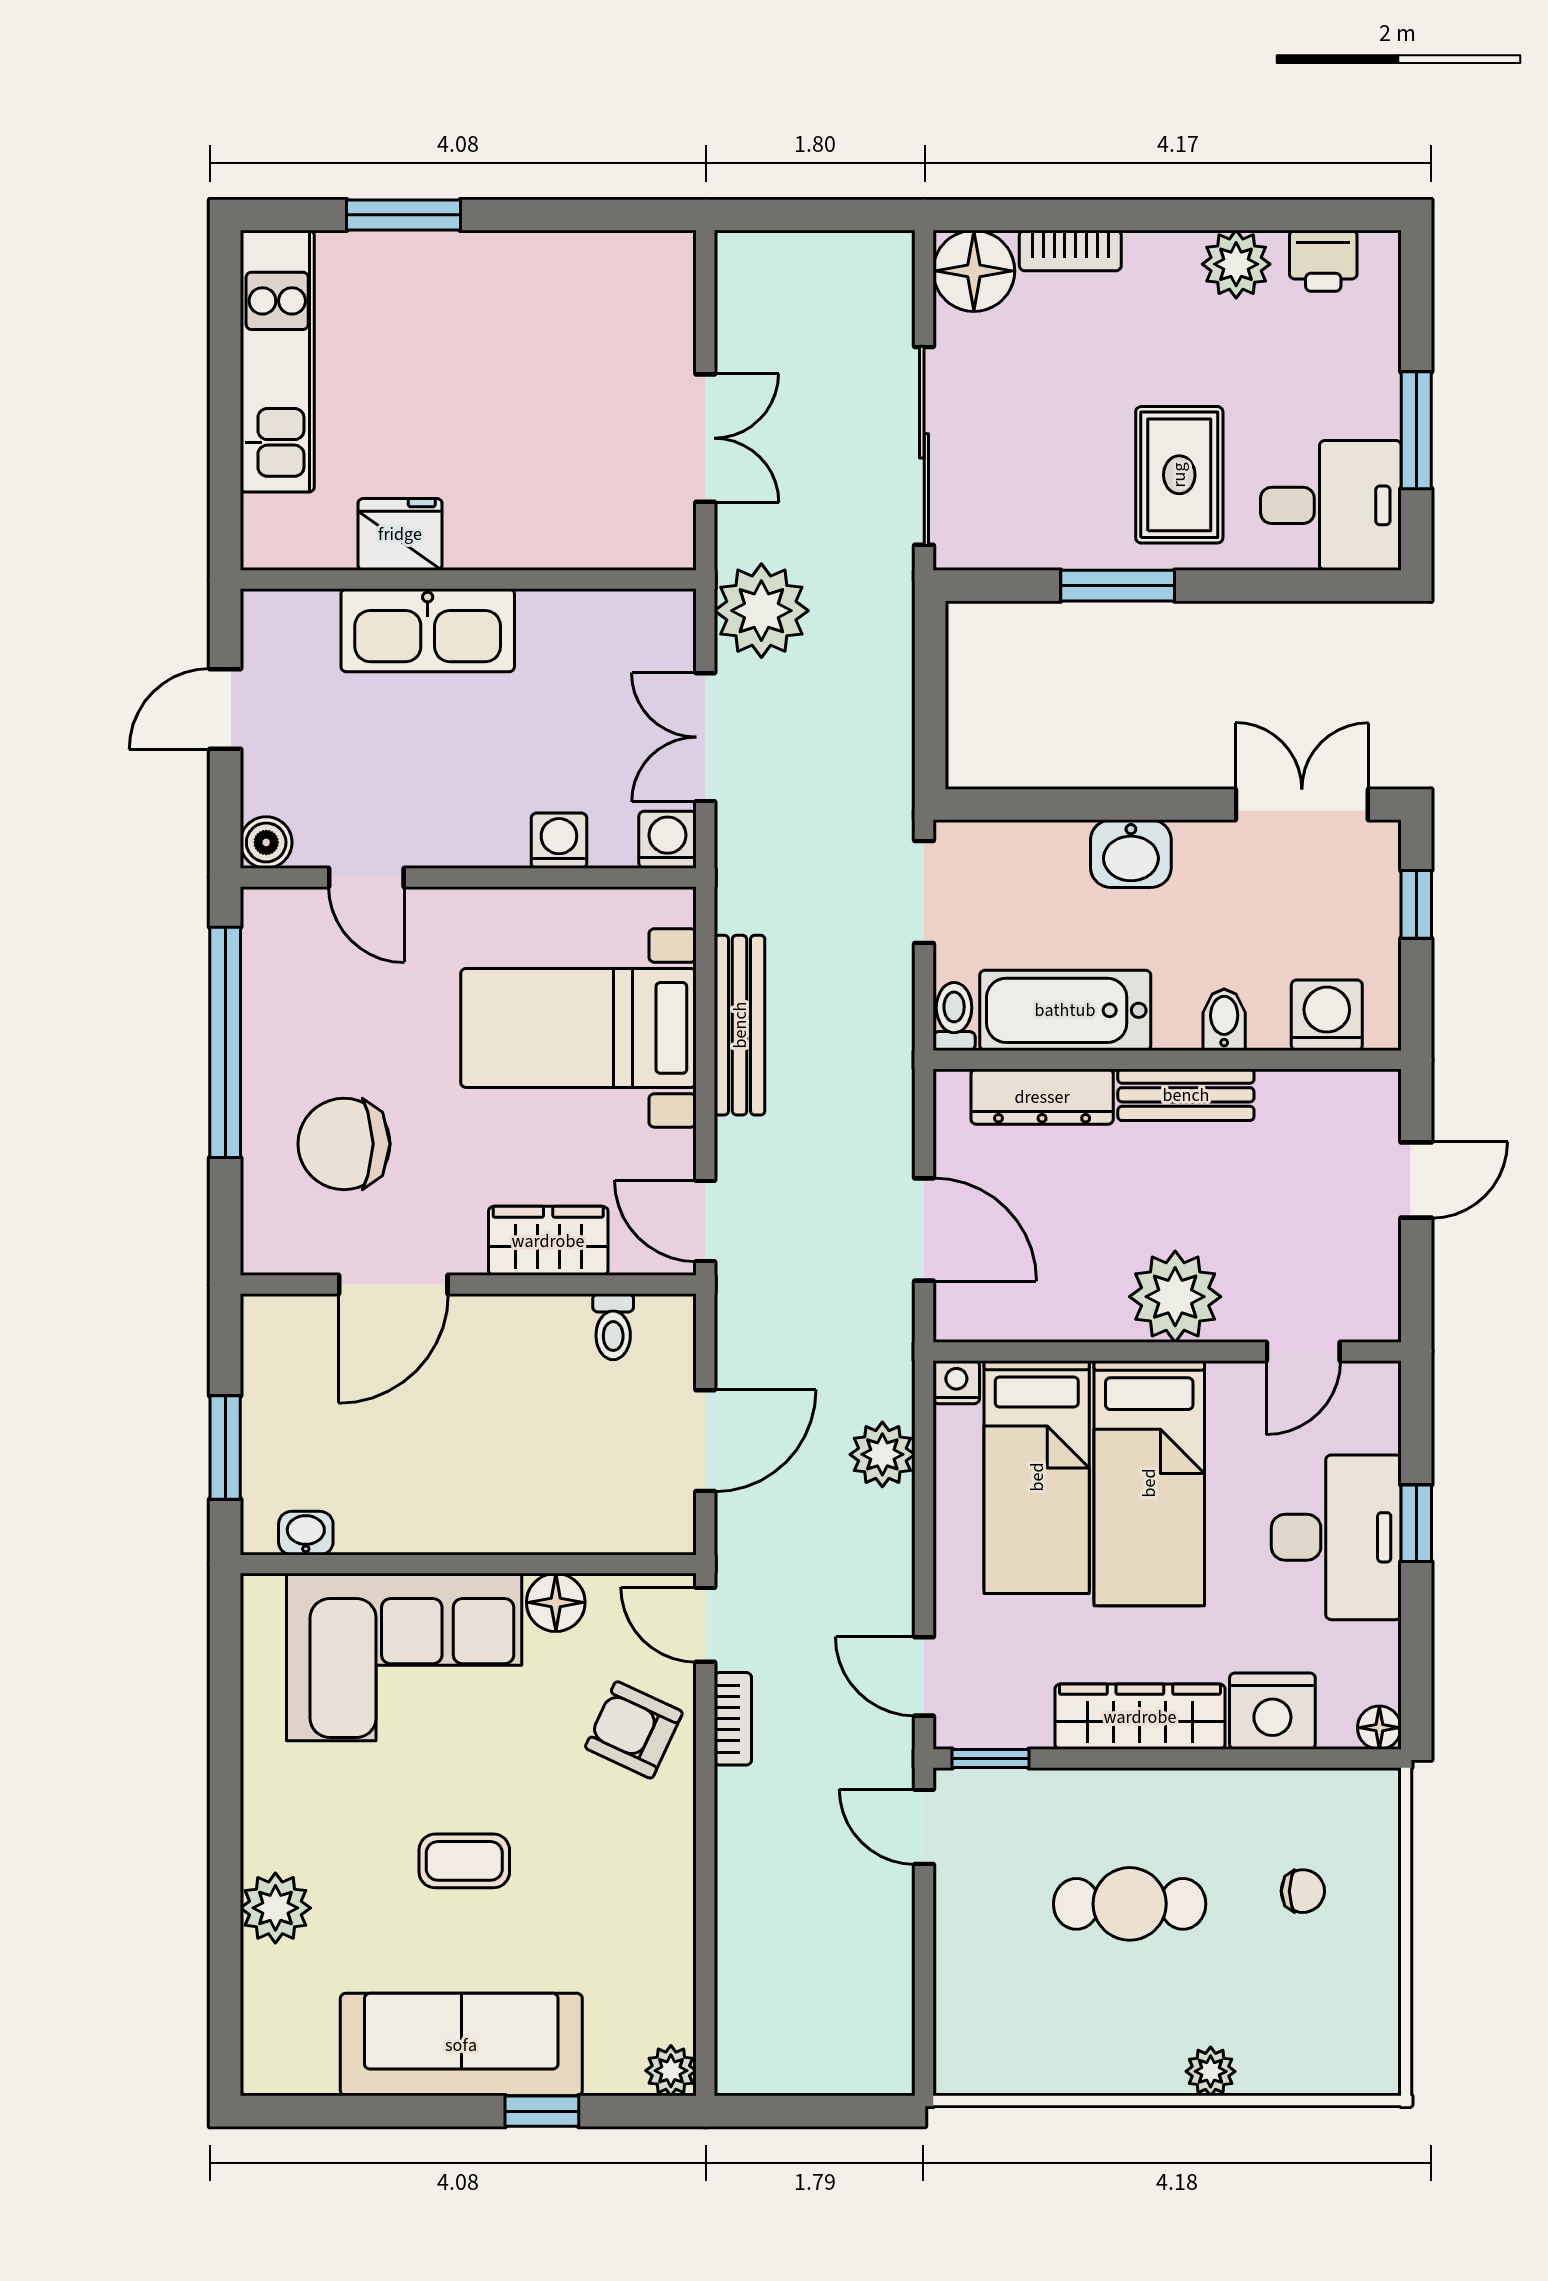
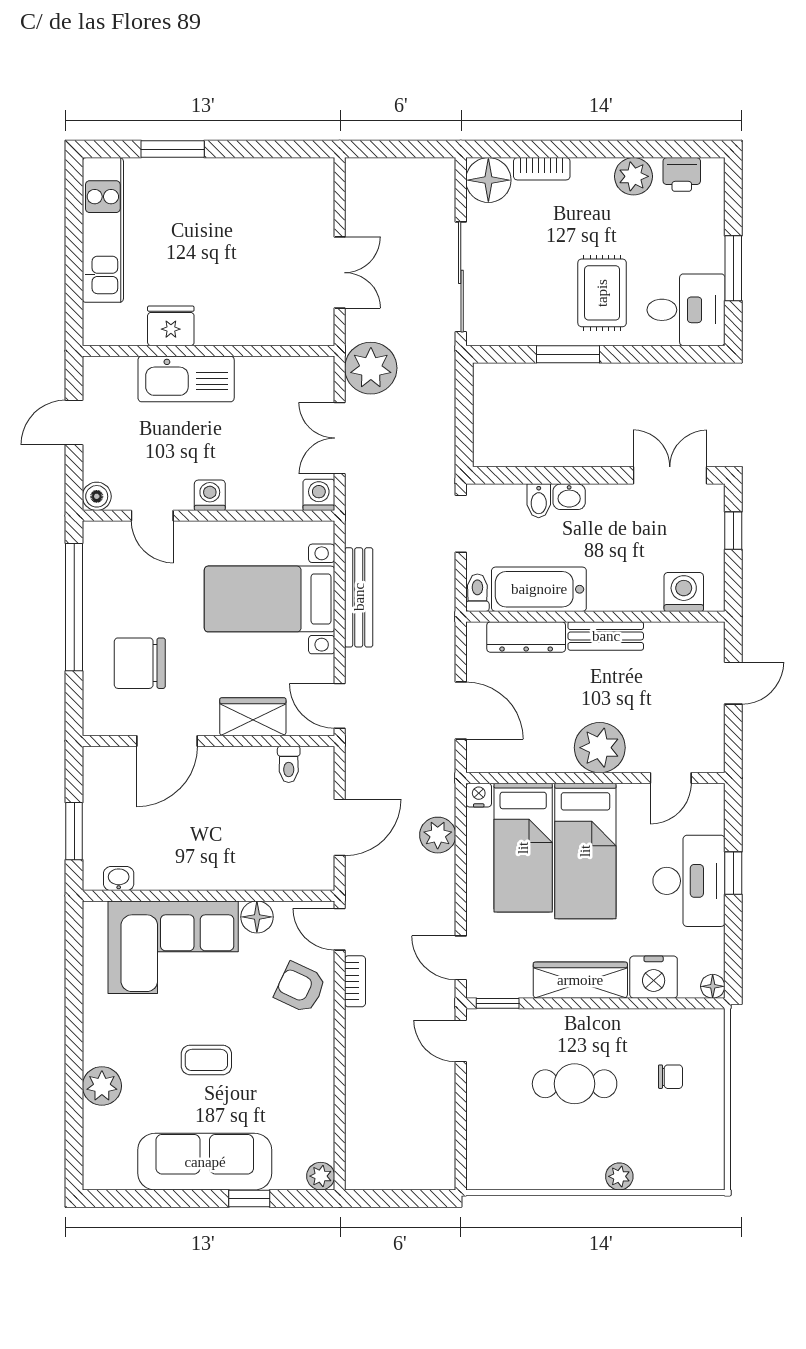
washing machine: (559, 841) -> (210, 495), moved
washbasin: (1131, 854) -> (569, 497), width x0.72, depth x0.69
bidet: (1224, 1020) -> (539, 501), moved, turned 180

